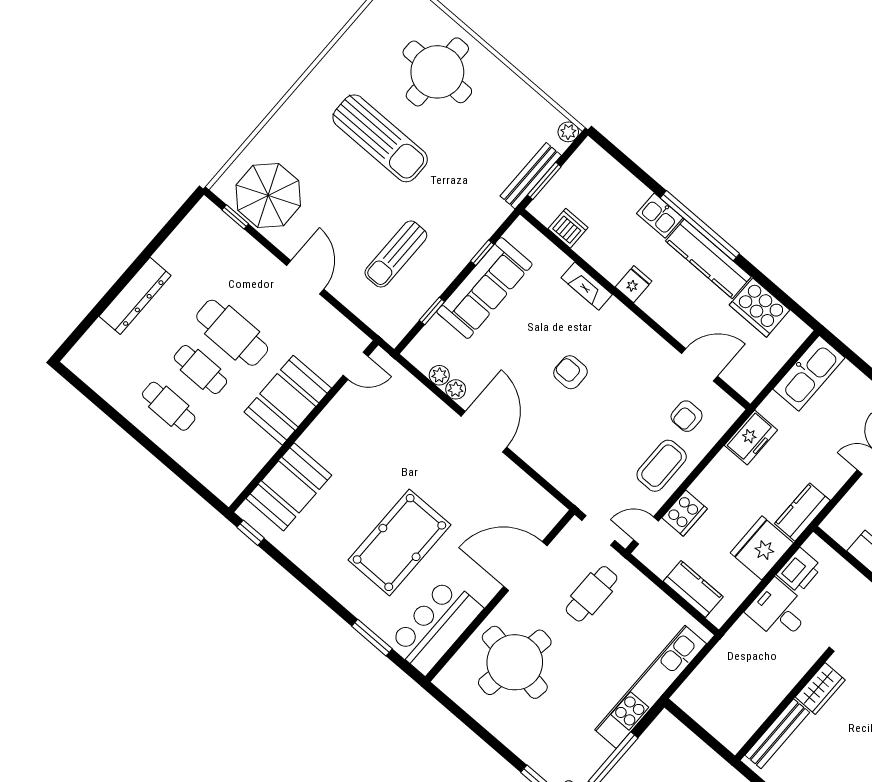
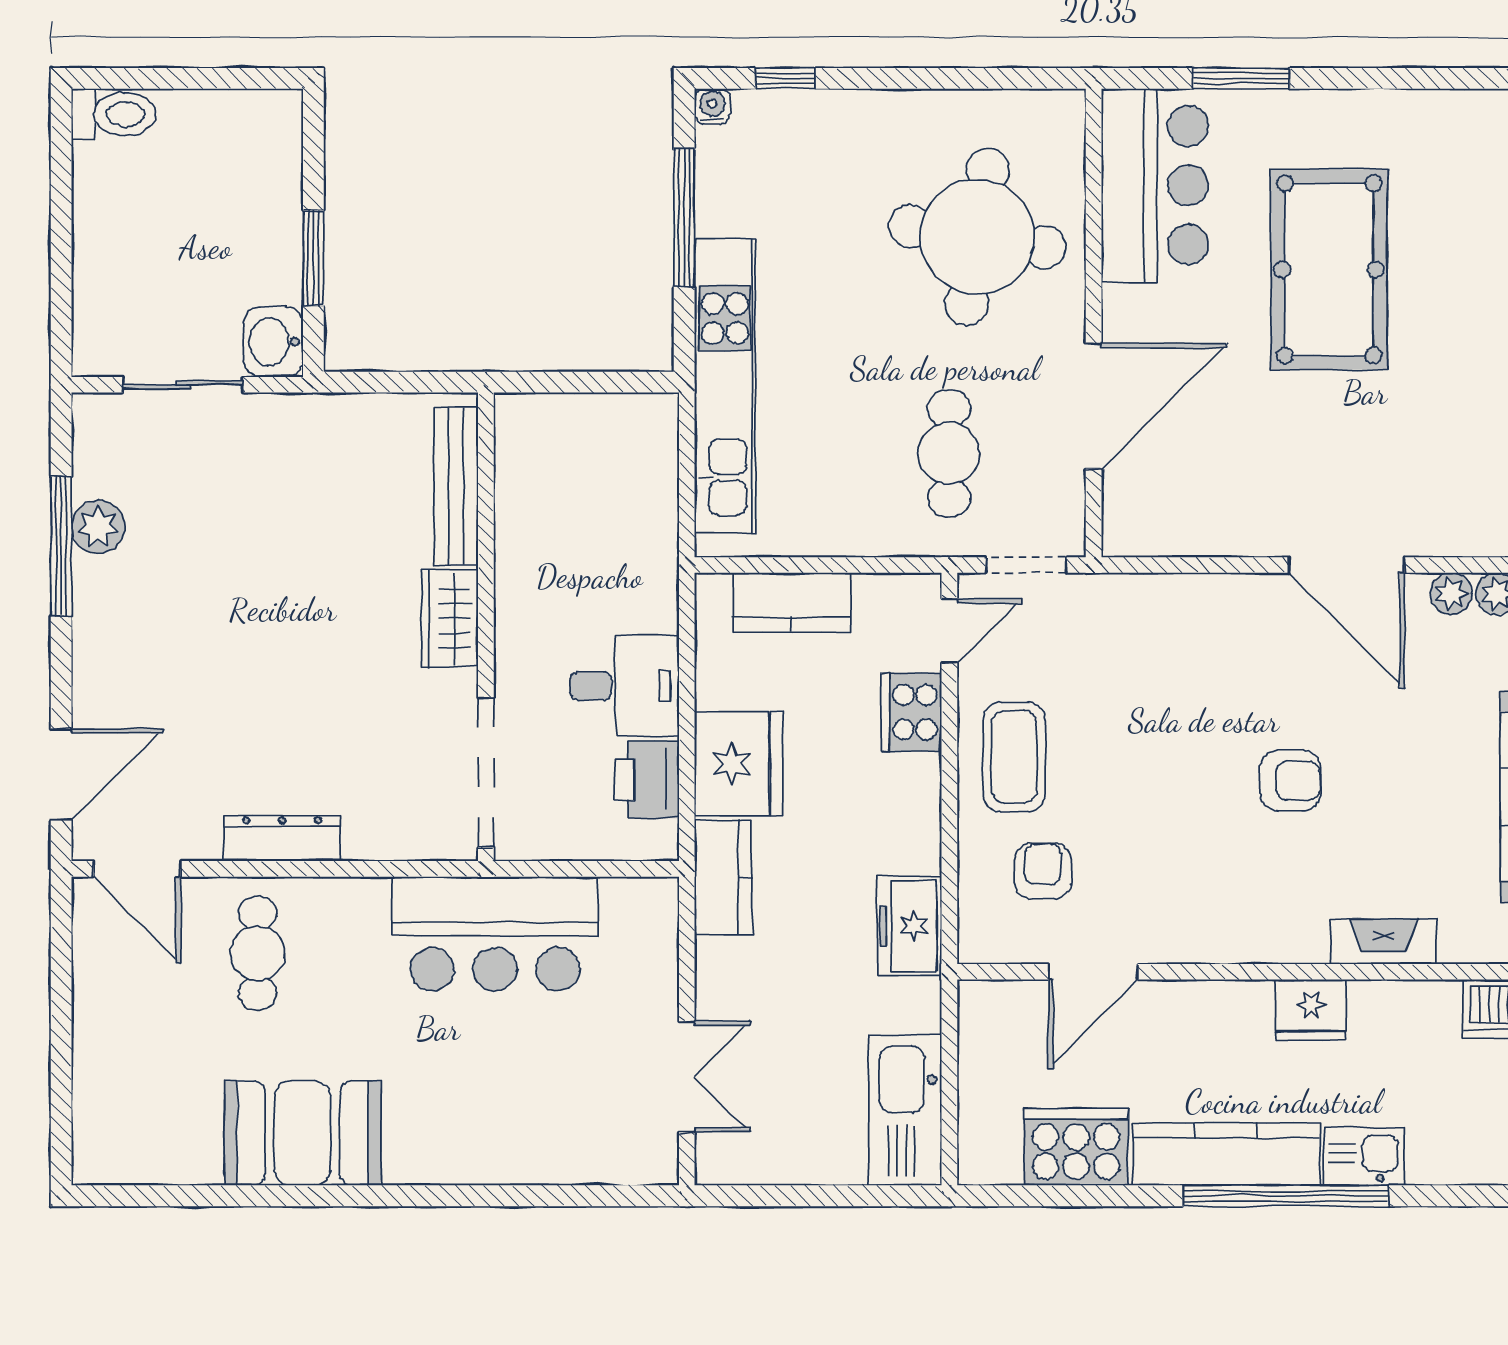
fridge: (634, 284) -> (1311, 1010), width x1.38

